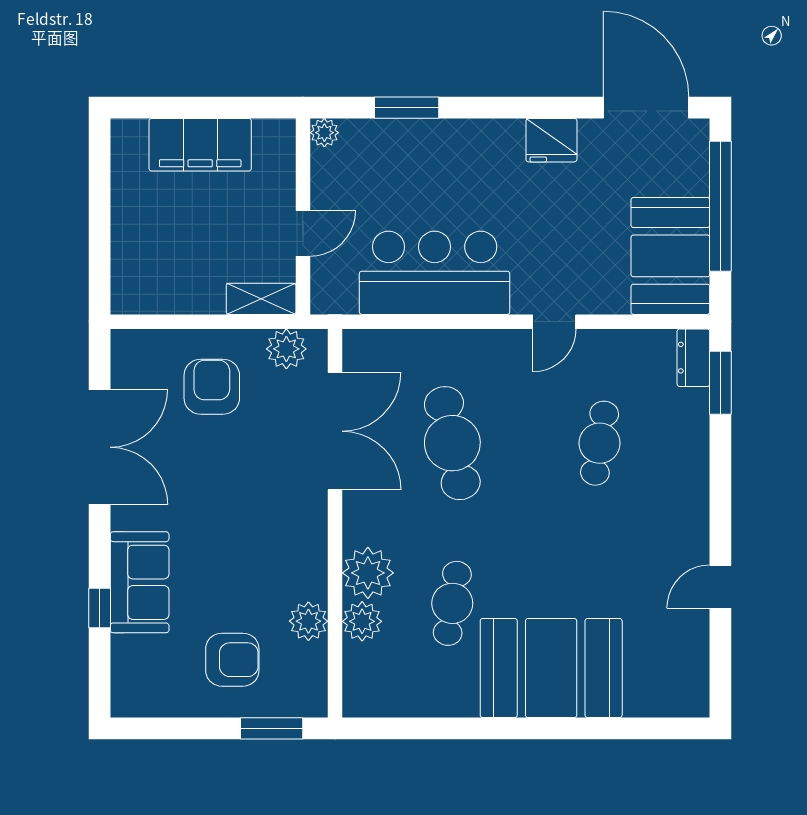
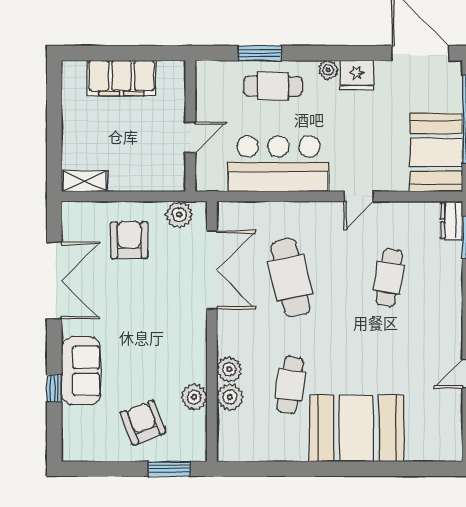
plant: (324, 133) -> (328, 70), moved
cafe table: (426, 157) -> (273, 86), added
shelving: (261, 299) -> (85, 181), moved
plant: (368, 573) -> (229, 369), width x0.73, depth x0.73
armchair: (232, 660) -> (143, 423), turned -111

